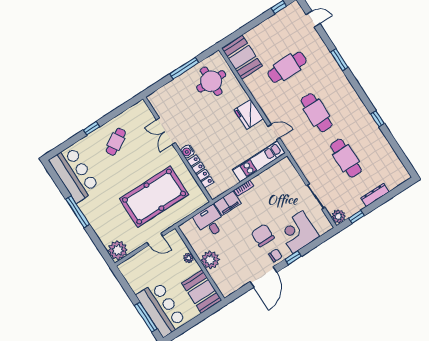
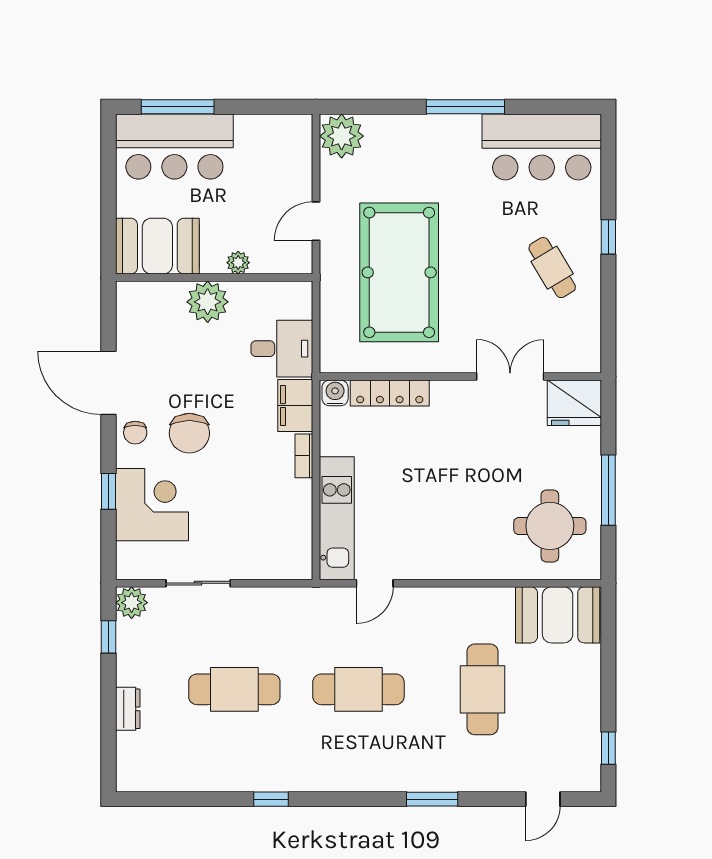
fridge: (249, 114) -> (574, 403), moved, turned 180
water cooler: (187, 151) -> (335, 393), moved
dresser: (375, 195) -> (128, 709), width x0.70
chair: (263, 235) -> (189, 433), turned 90
window: (293, 258) -> (109, 491), moved

